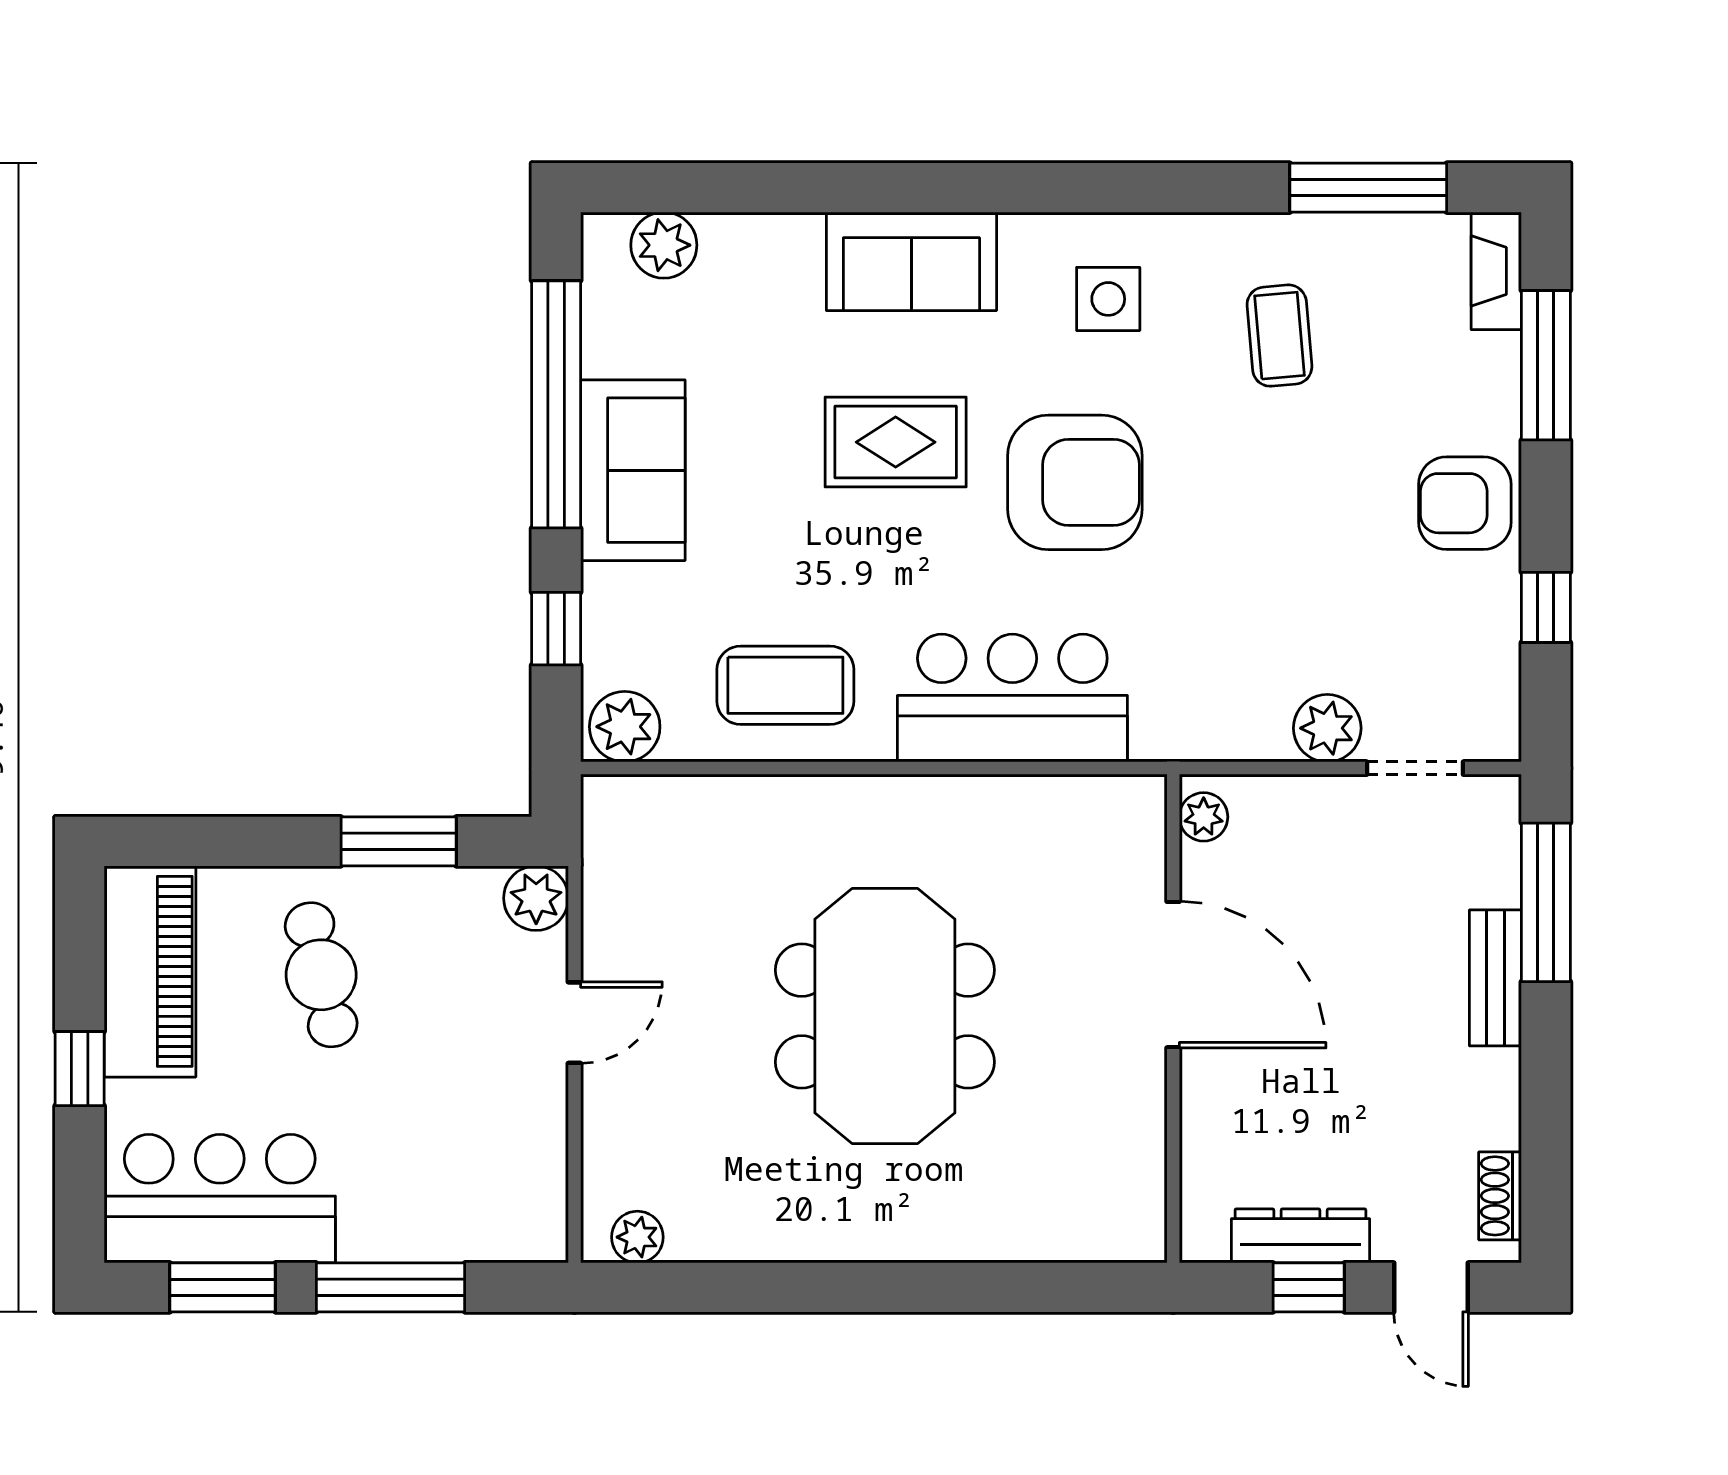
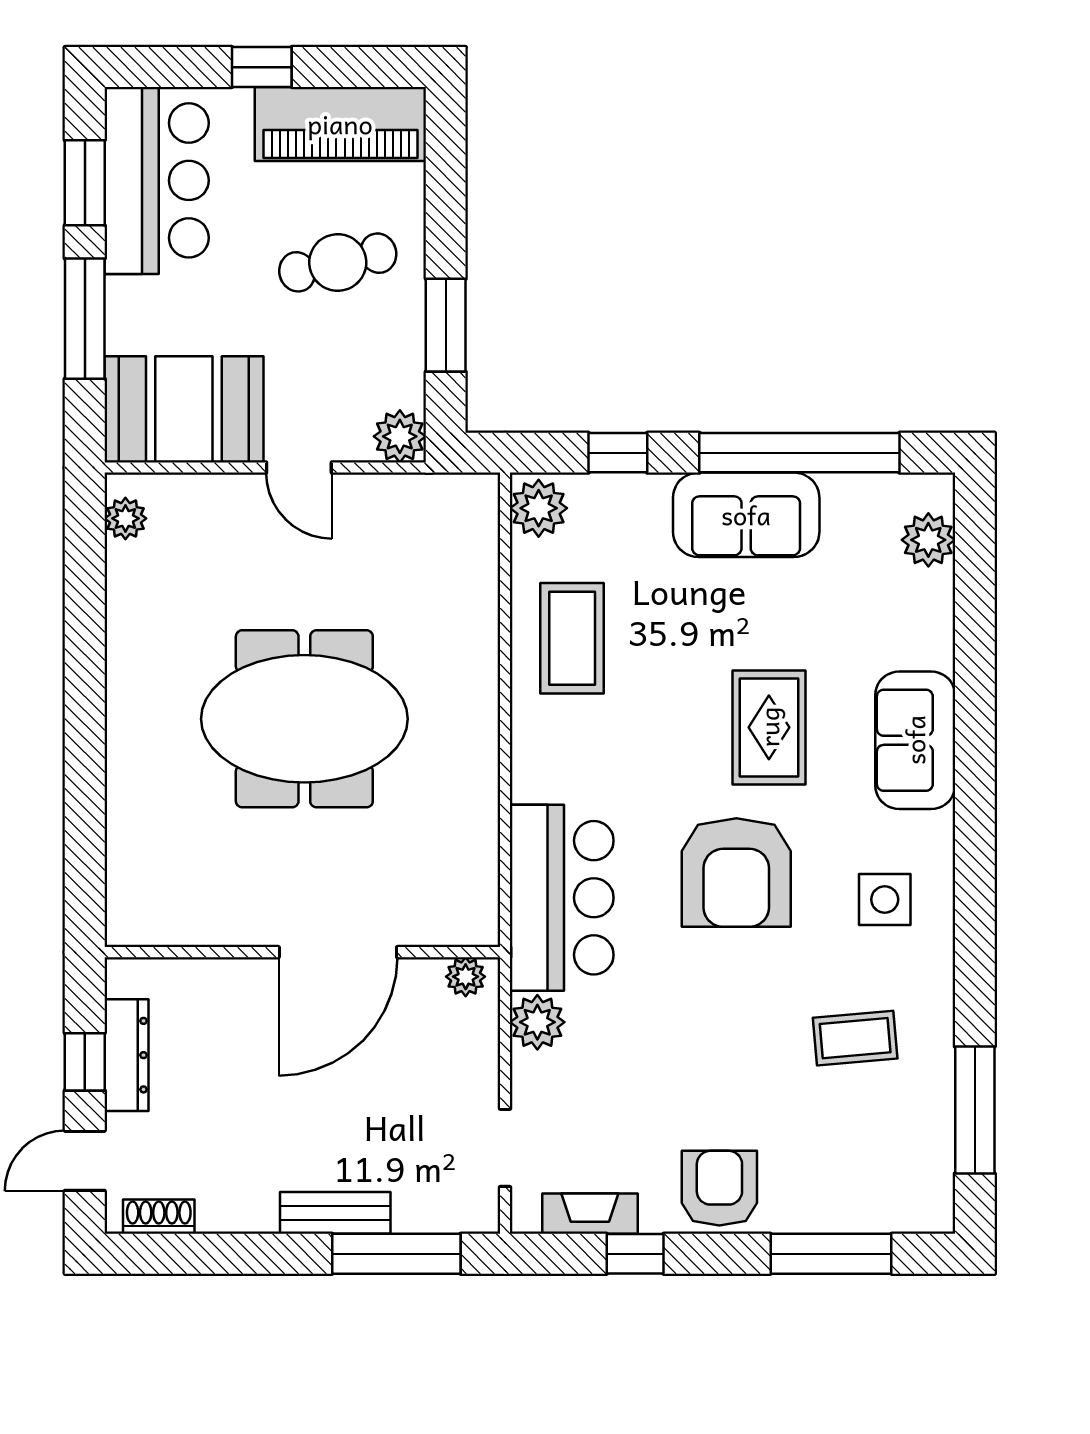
fireplace: (1496, 271) -> (590, 1214), moved
bar counter: (1012, 698) -> (562, 898), moved
plant: (1327, 728) -> (537, 1022), moved
booth: (503, 1165) -> (184, 409), added

